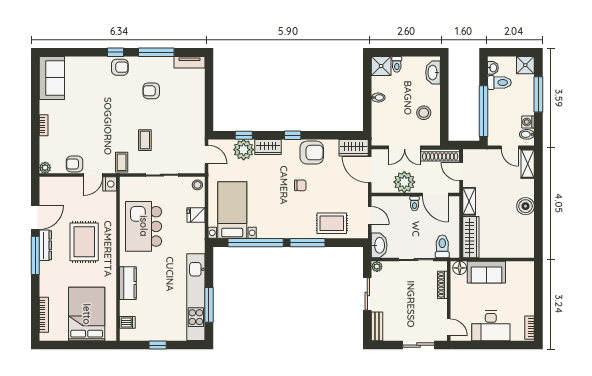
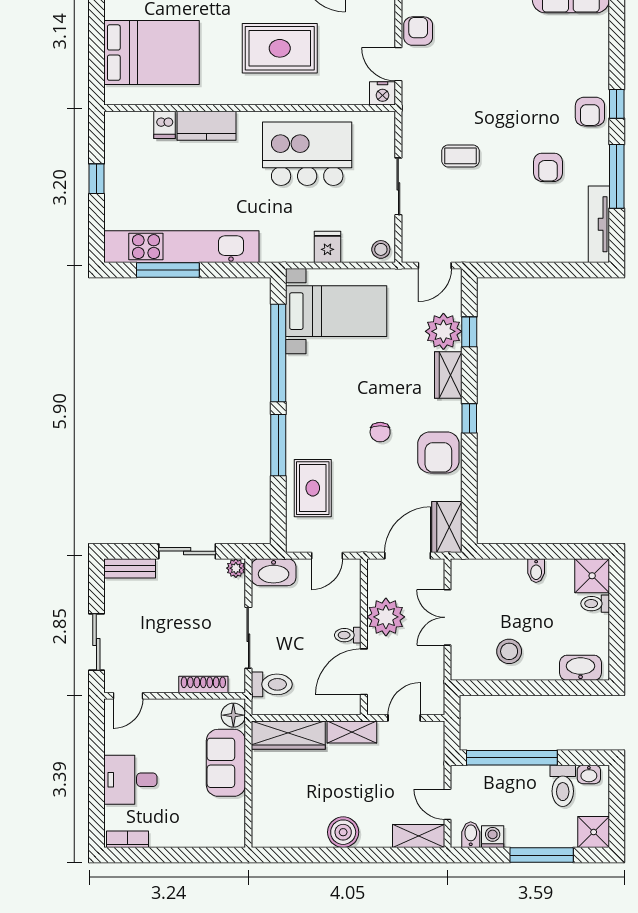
tv unit: (190, 62) -> (599, 224), width x1.41
armchair: (151, 91) -> (548, 167), turned 180
door: (510, 147) -> (447, 804), hinge flipped
shoe rack: (440, 155) -> (434, 681), removed
coffee table: (122, 162) -> (421, 115), removed
dishwasher: (127, 322) -> (165, 125), moved
desk: (491, 326) -> (130, 780), width x0.73

